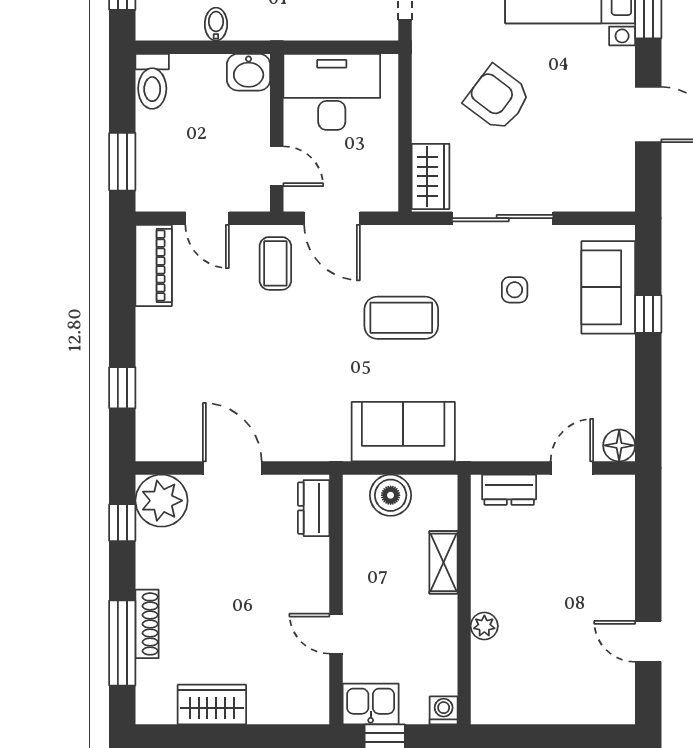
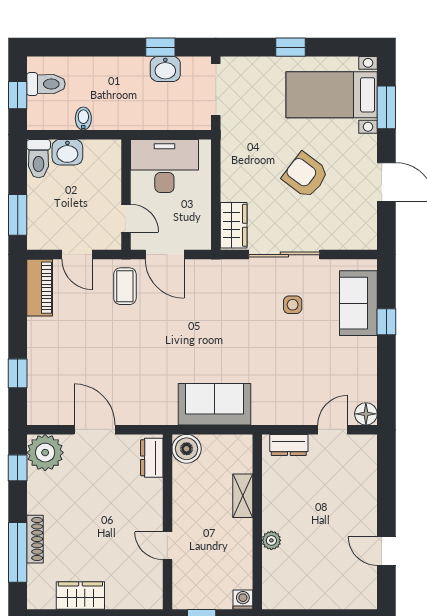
washbasin: (249, 72) -> (67, 152), moved
armchair: (497, 98) -> (305, 175), moved
coffee table: (401, 318) -> (213, 324), removed
boiler: (391, 495) -> (187, 449), moved
kitchen sink: (371, 704) -> (192, 595), removed

